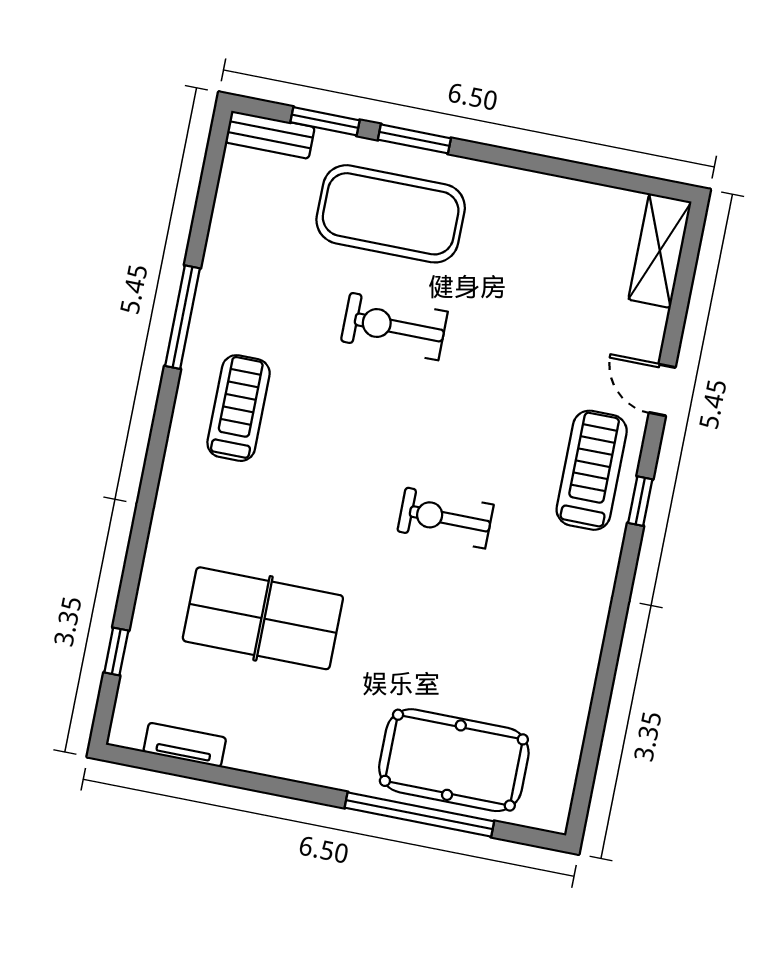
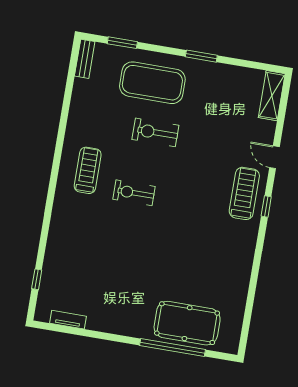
bench: (270, 135) -> (85, 59), moved, turned 90
window: (414, 139) -> (201, 56), moved
window: (183, 317) -> (62, 131), removed
exercise bike: (445, 518) -> (134, 193), moved
table tennis table: (263, 618) -> (101, 263), removed

